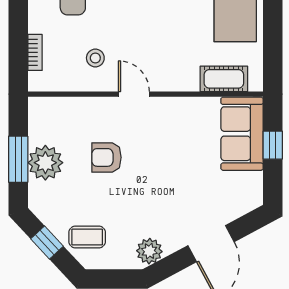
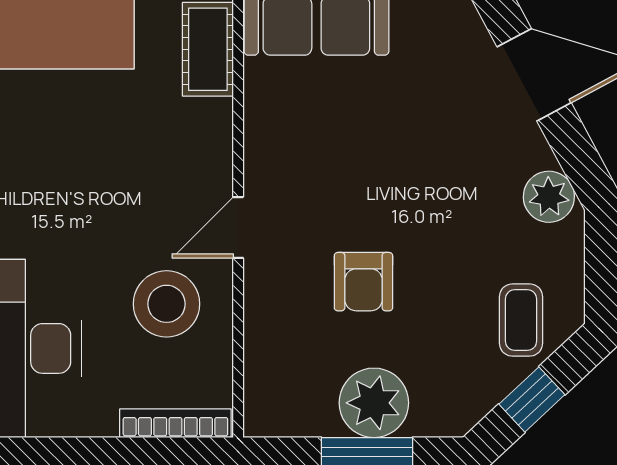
bookcase: (35, 52) -> (175, 423), width x1.56
stool: (95, 58) -> (167, 304), width x1.89, depth x1.89

